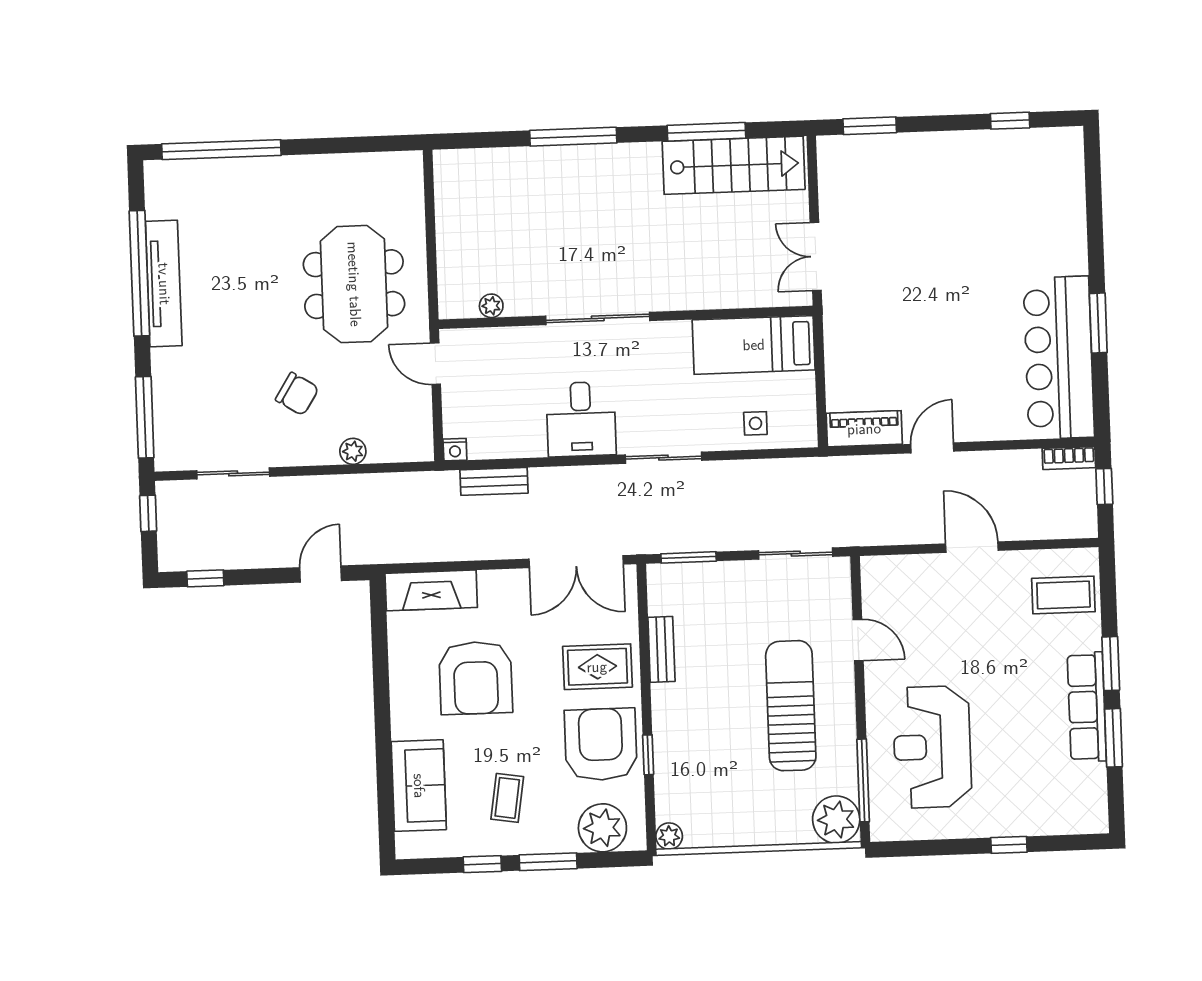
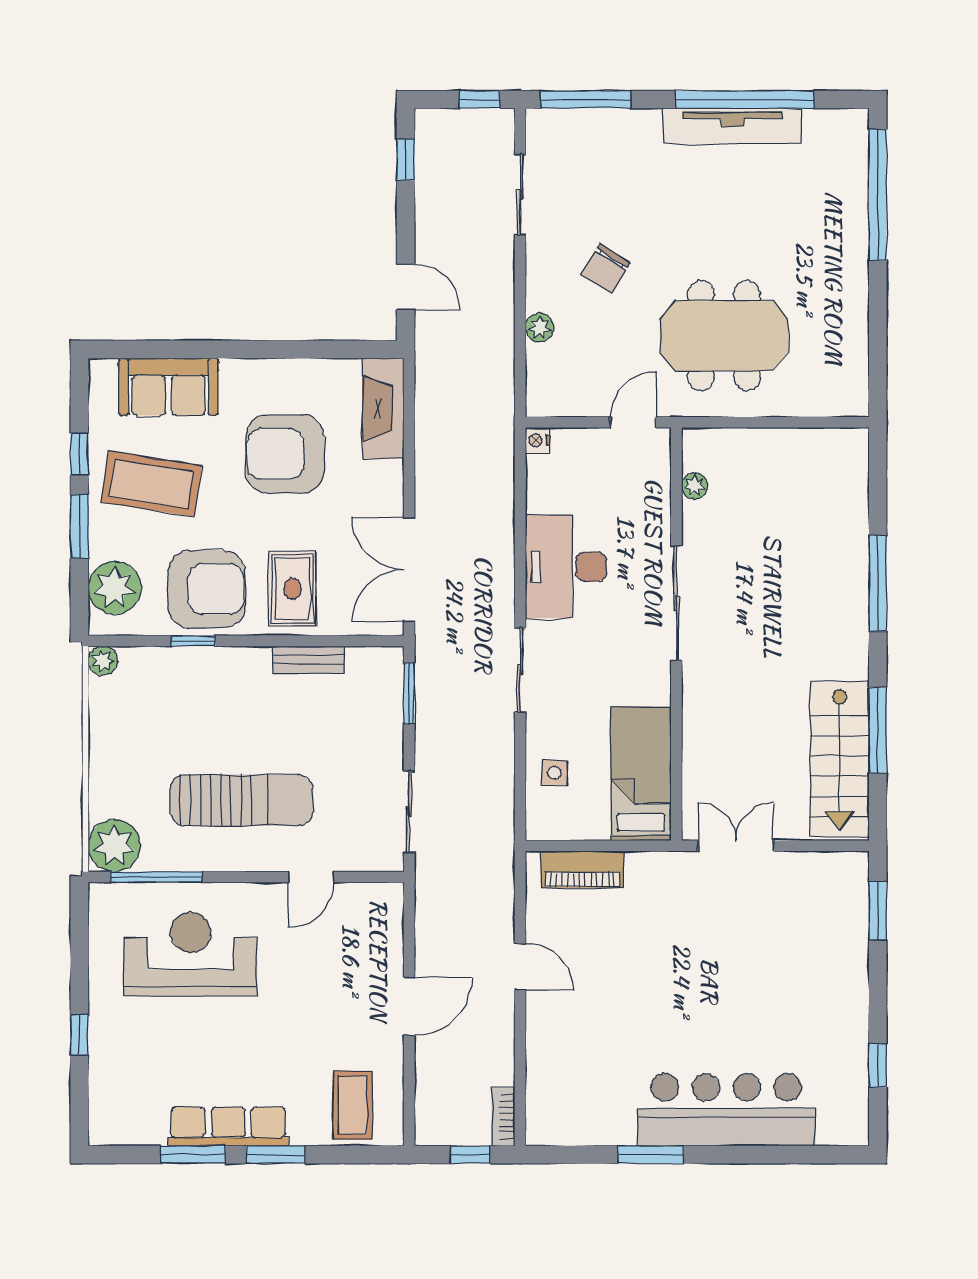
bar counter: (1059, 358) -> (726, 1110), moved
desk: (581, 419) -> (566, 567), width x1.37
piano: (864, 429) -> (582, 869), moved, turned 90
bench: (494, 481) -> (501, 482), removed
coffee table: (507, 798) -> (151, 484), width x1.86, depth x1.72

